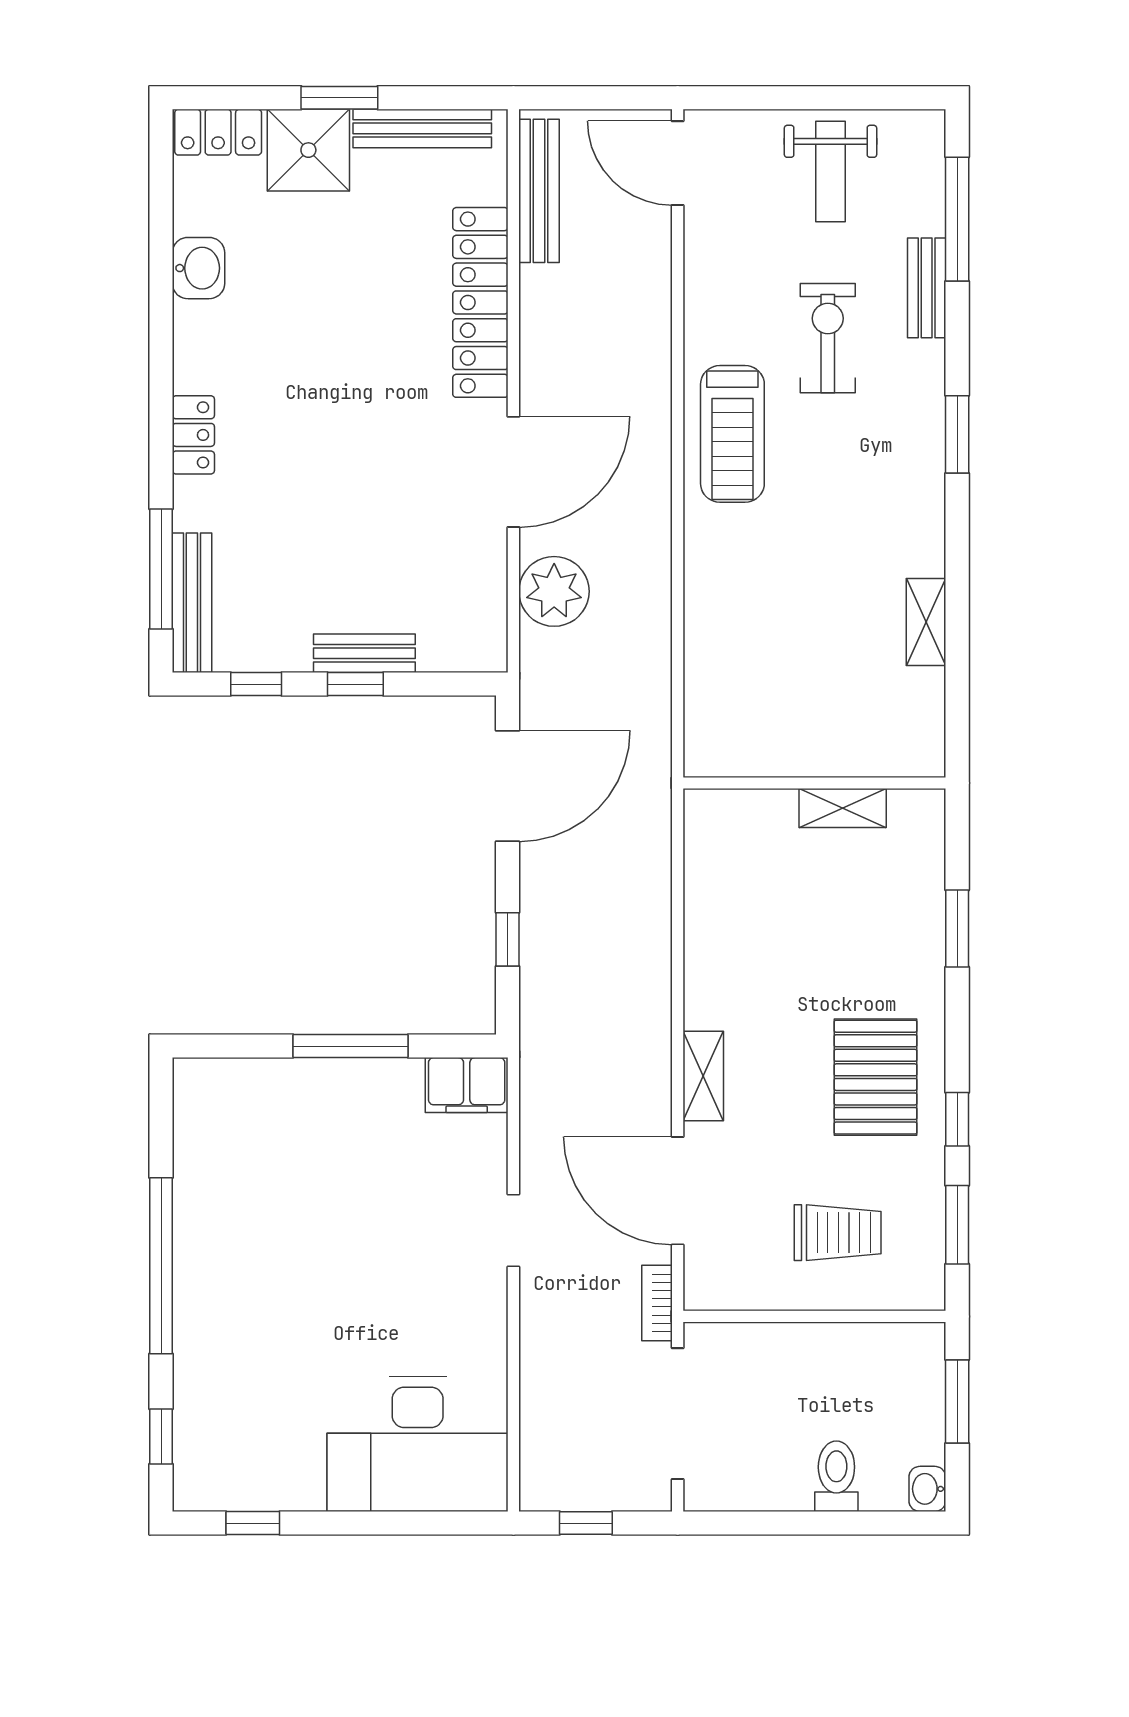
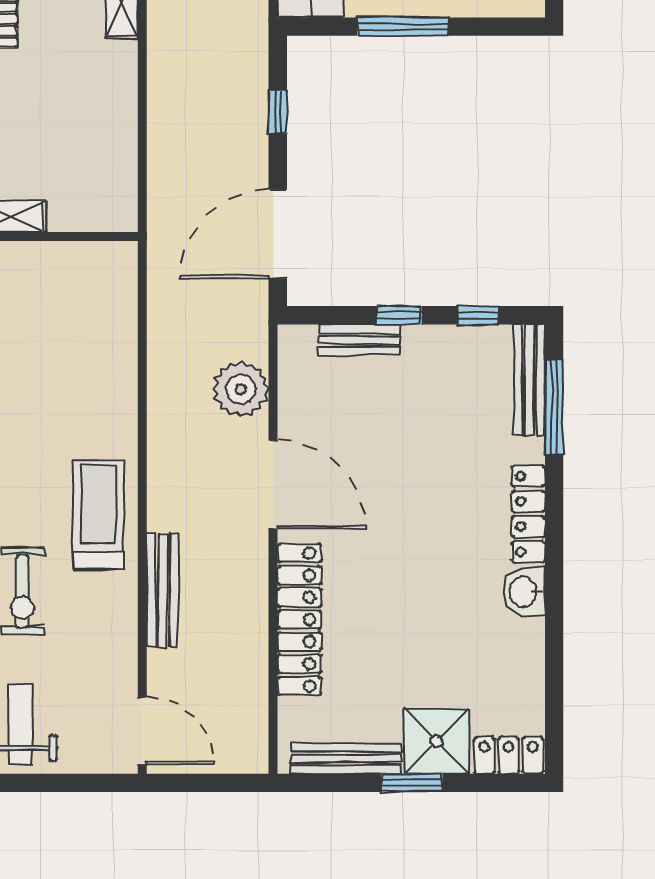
bench: (539, 191) -> (163, 590), moved
washbasin: (198, 268) -> (524, 592), moved
locker: (193, 435) -> (528, 514), width x1.53
door: (513, 472) -> (273, 485), swing flipped
bench: (364, 653) -> (359, 340), moved

